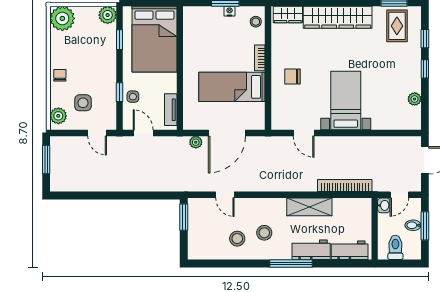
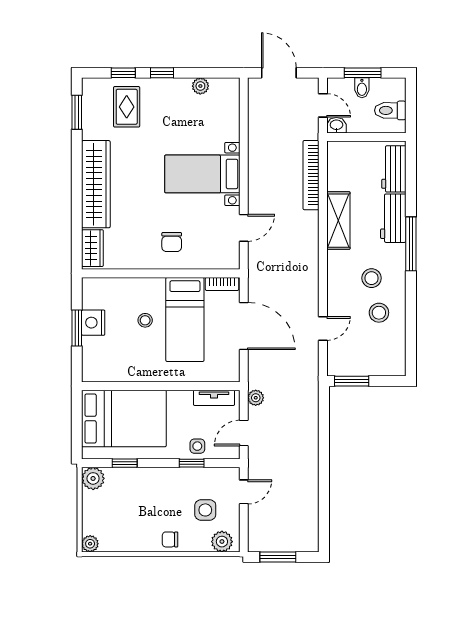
nightstand: (229, 11) -> (93, 323), width x1.89, depth x1.79
plant: (62, 18) -> (90, 544), width x0.53, depth x0.53
stool: (256, 22) -> (145, 320), moved
rug: (397, 26) -> (127, 107), moved, turned 90
bookcase: (260, 58) -> (222, 284), moved
plant: (196, 142) -> (256, 398), moved

